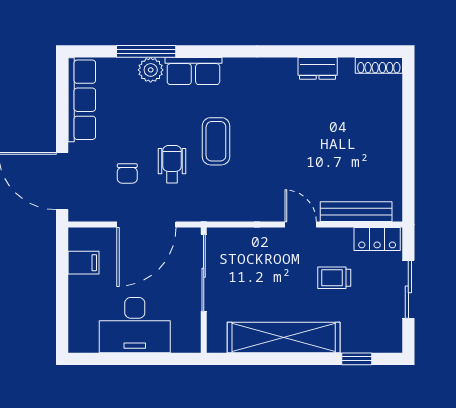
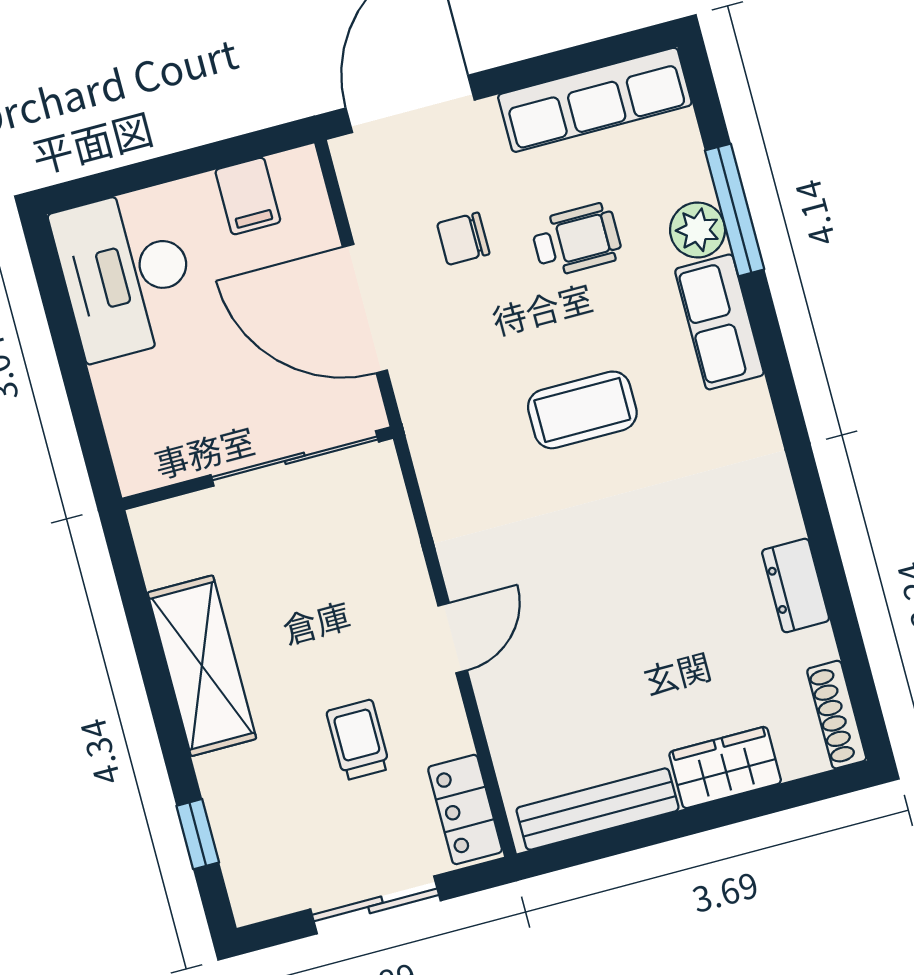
wardrobe: (389, 120) -> (725, 768), added
wheelchair: (172, 164) -> (577, 240), moved
bench: (356, 212) -> (598, 809), moved, turned 90
desk: (135, 325) -> (126, 274), moved
shelving: (284, 337) -> (202, 666), width x0.68

